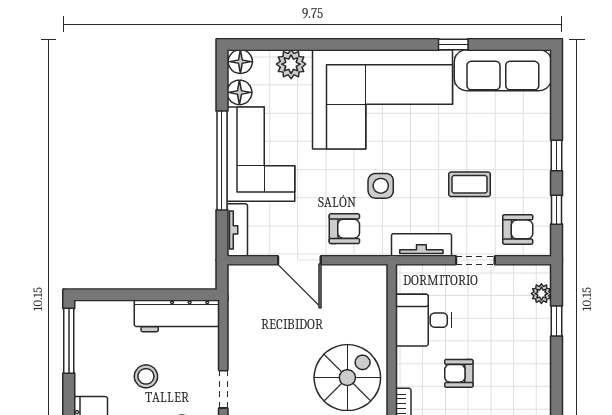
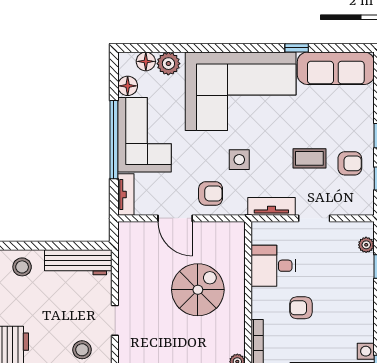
floor lamp: (240, 62) -> (146, 61), moved
armchair: (518, 229) -> (350, 163), moved
stool: (146, 376) -> (22, 267), moved
spiral stairs: (347, 378) -> (198, 290), moved

